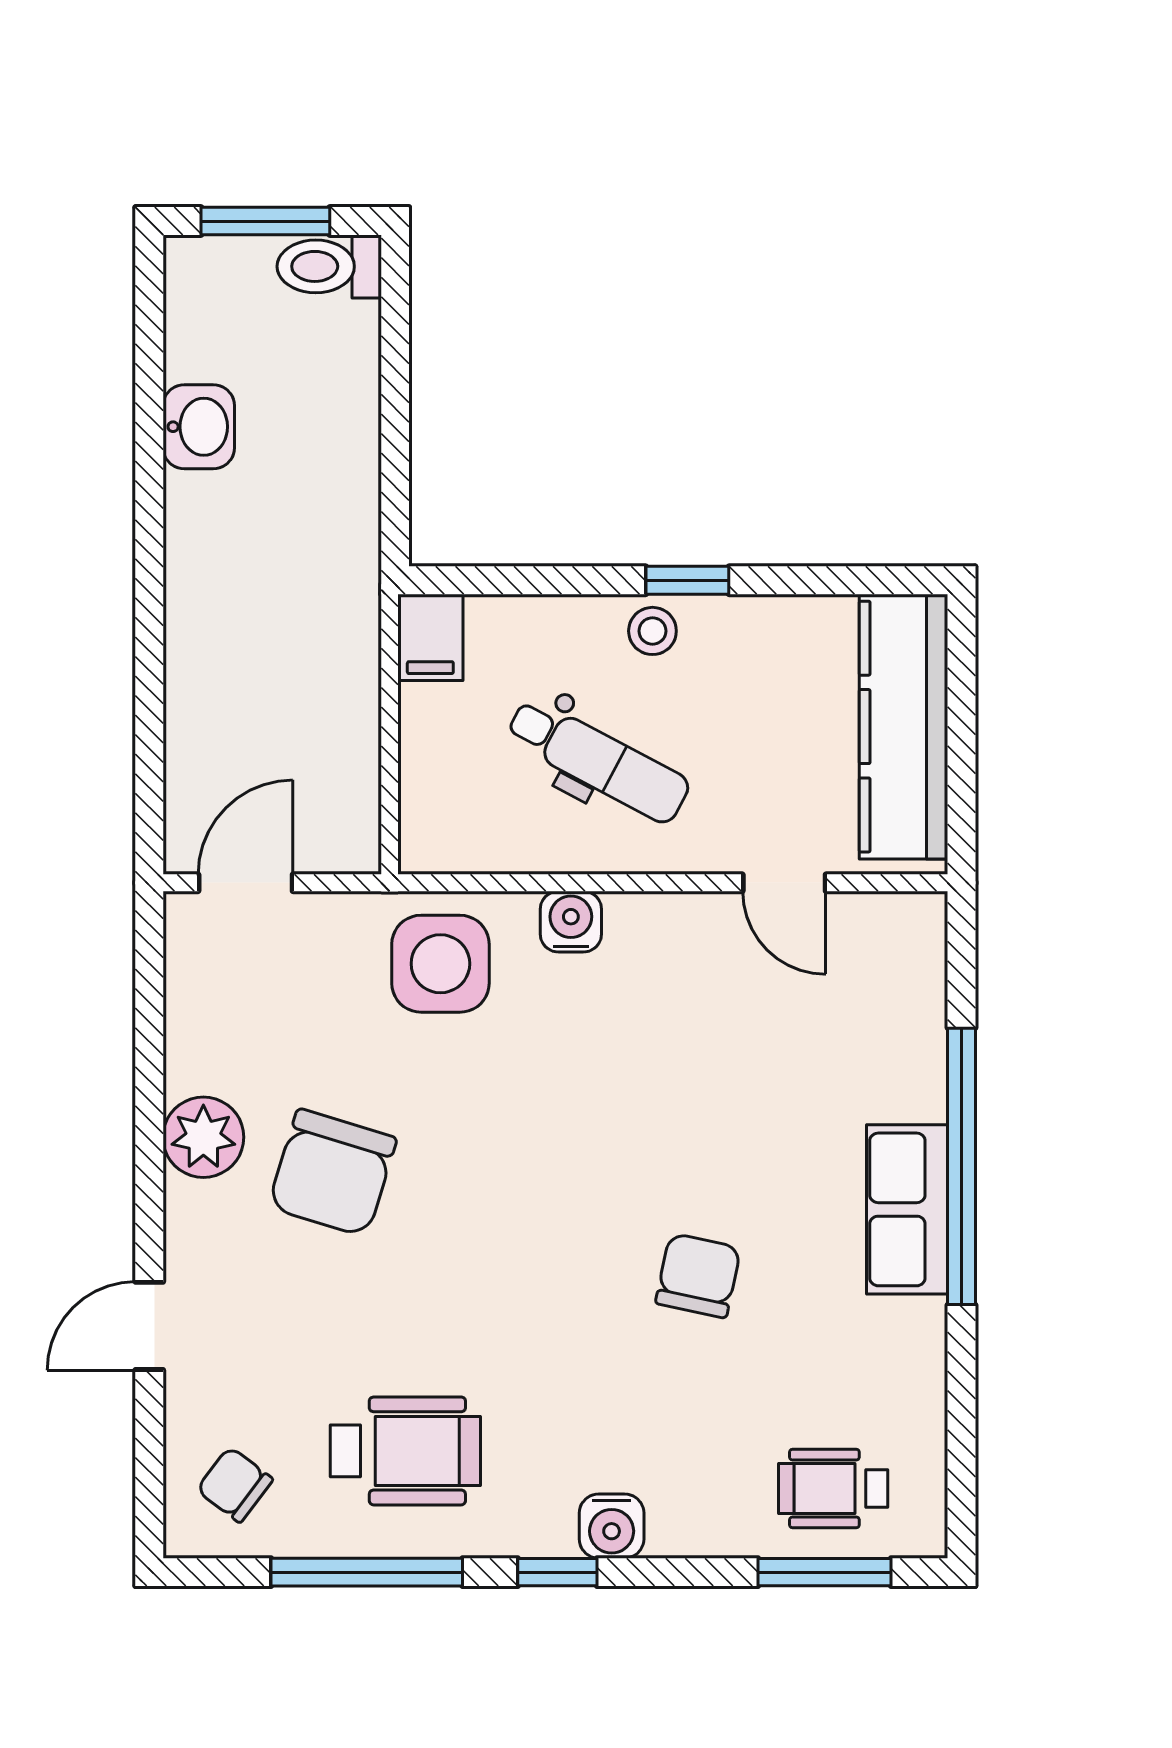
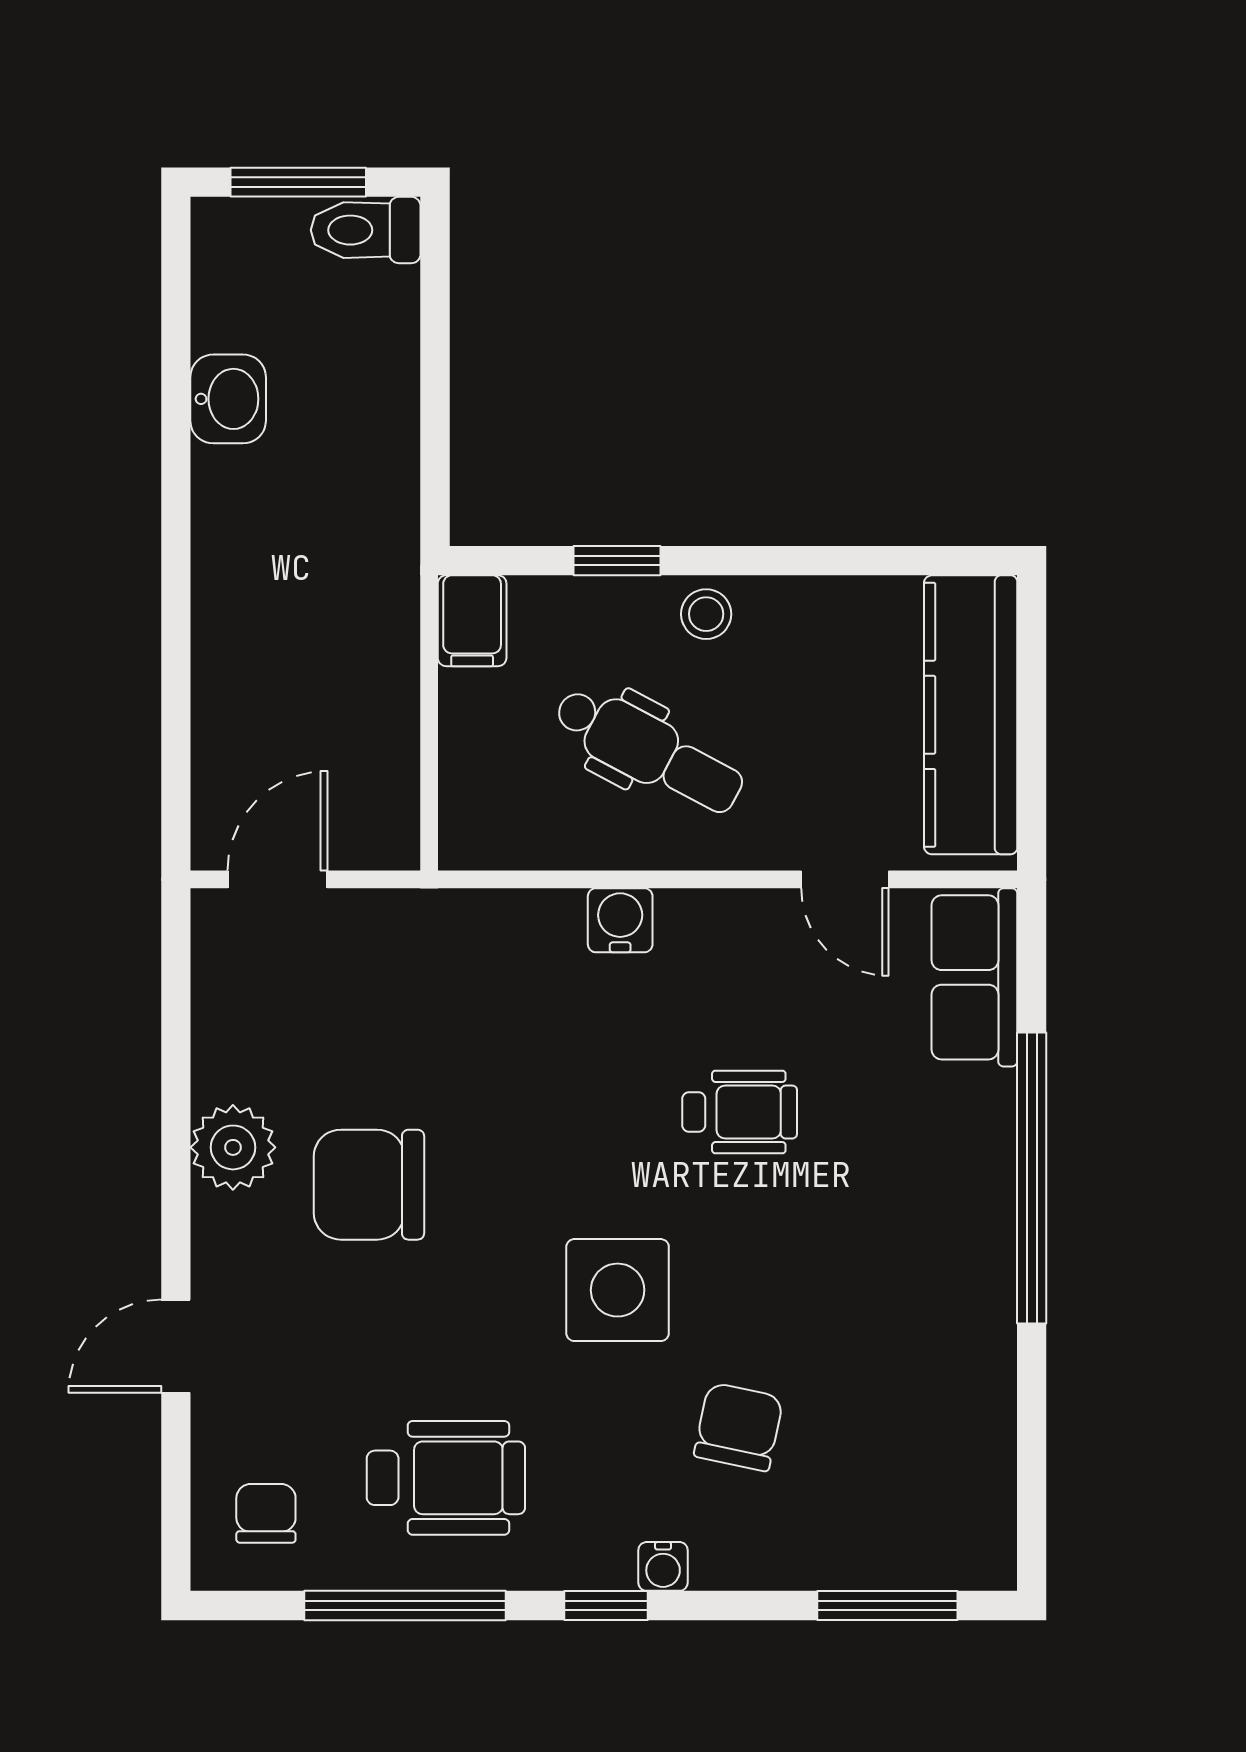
window: (687, 580) -> (617, 561), moved
side table: (440, 964) -> (618, 1290), moved
chair: (332, 1173) -> (369, 1185), turned 73
row of seats: (907, 1209) -> (974, 977), moved
chair: (698, 1276) -> (739, 1427), moved
chair: (235, 1485) -> (266, 1513), turned 53
wheelchair: (833, 1488) -> (740, 1112), moved, turned 180
water cooler: (612, 1526) -> (663, 1566), width x0.72, depth x0.72

